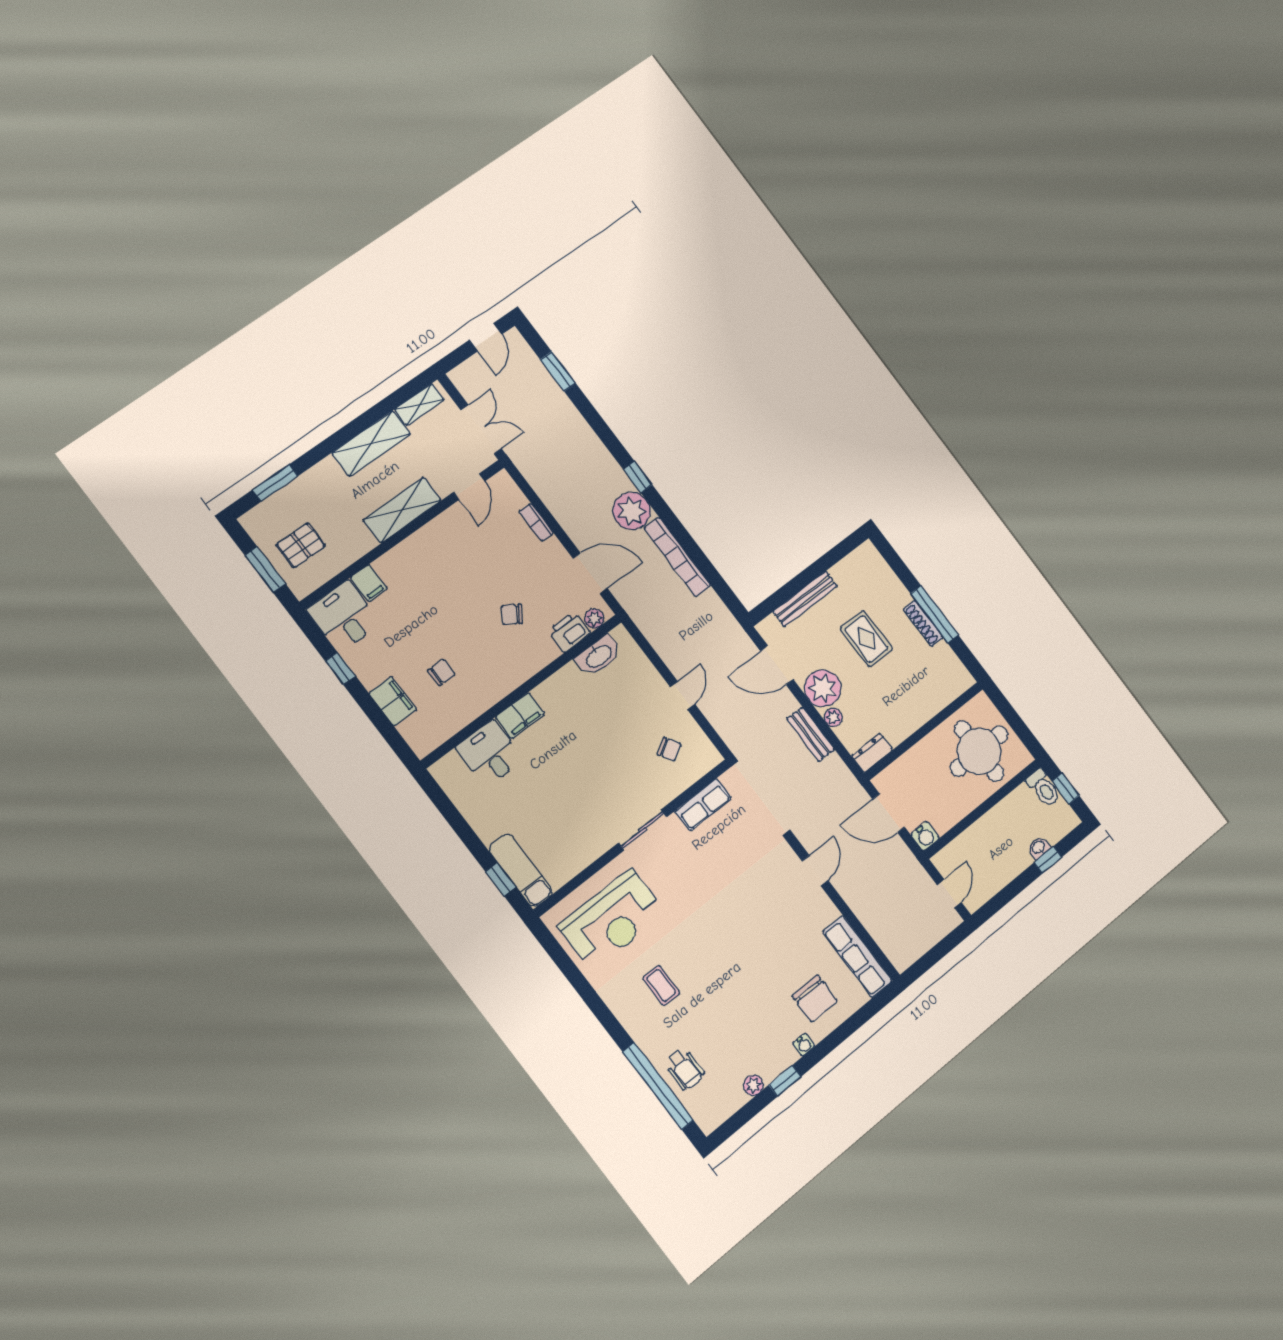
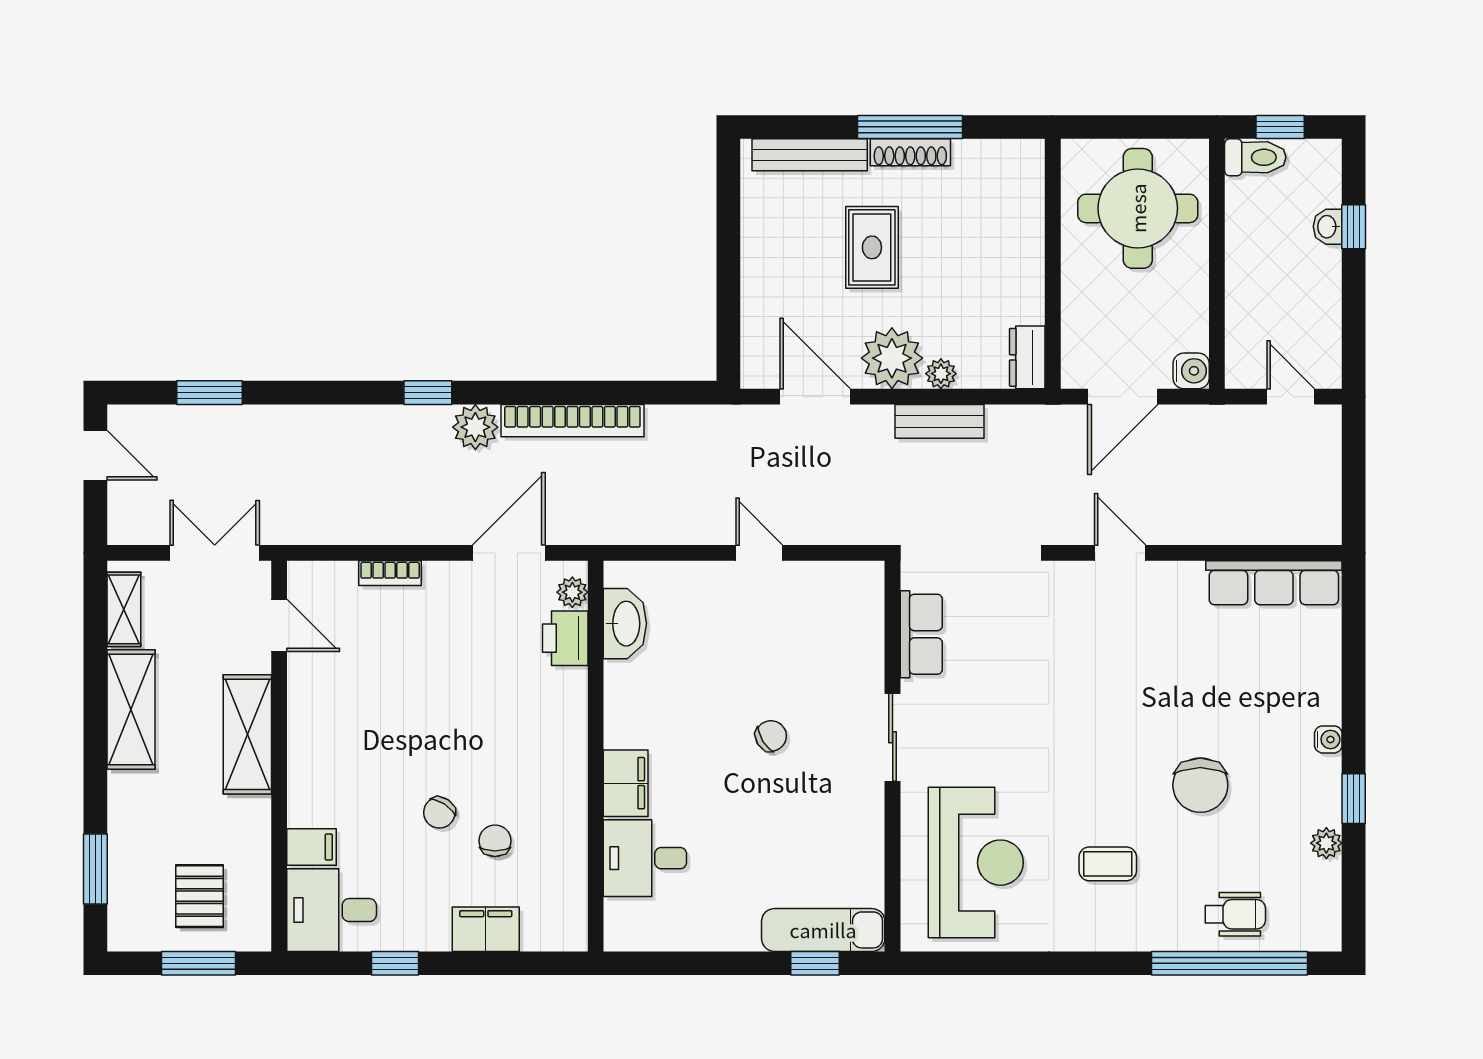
plant: (632, 511) -> (475, 427), width x0.73, depth x0.73
bench: (805, 599) -> (810, 155), moved, turned 90
chair: (512, 614) -> (439, 813), moved
rug: (866, 639) -> (872, 247), turned 90
door: (777, 665) -> (815, 397), swing flipped
chair: (669, 749) -> (771, 736), moved
chair: (815, 998) -> (1200, 785), moved, turned 90

